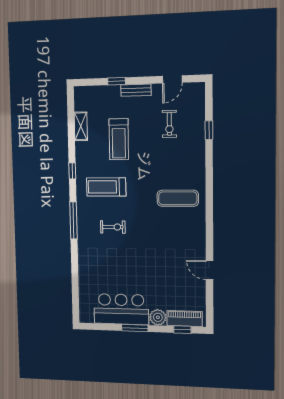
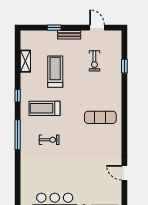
door: (172, 79) -> (97, 28), swing flipped
treadmill: (119, 139) -> (55, 72), turned 180

